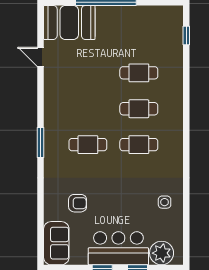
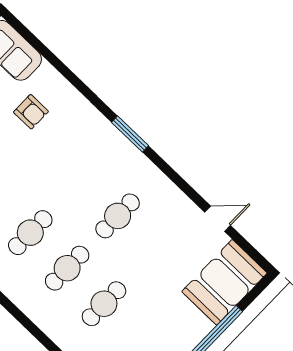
cafe table: (88, 145) -> (118, 216), moved
armchair: (78, 203) -> (31, 112), turned -90

